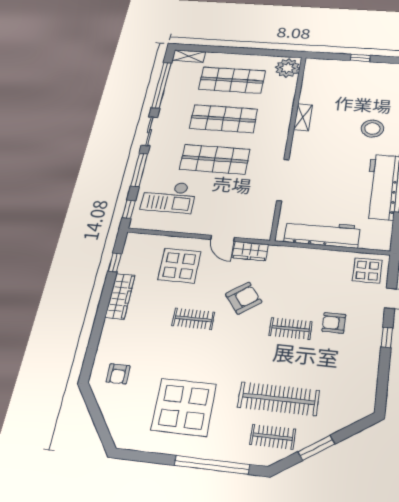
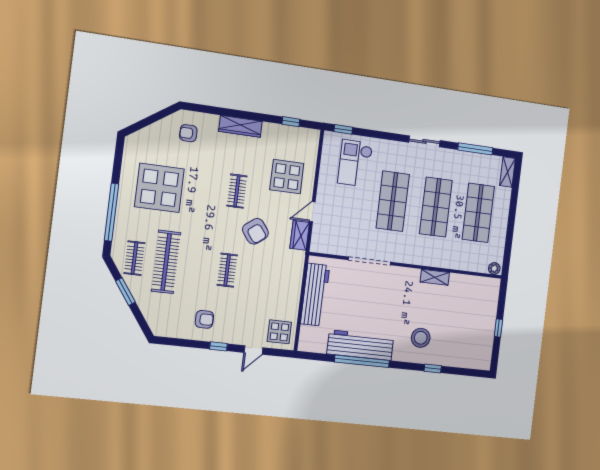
plant: (287, 68) -> (494, 268), width x0.53, depth x0.53
window: (162, 85) -> (475, 149), width x0.68
window: (139, 170) -> (384, 135), removed
wardrobe: (120, 296) -> (240, 126), moved
armchair: (334, 323) -> (204, 319), moved, turned 90

